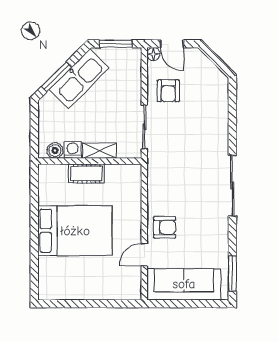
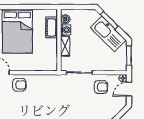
armchair: (168, 91) -> (101, 87), turned 180
cot: (86, 173) -> (52, 27), moved
armchair: (165, 227) -> (19, 85), turned -90

